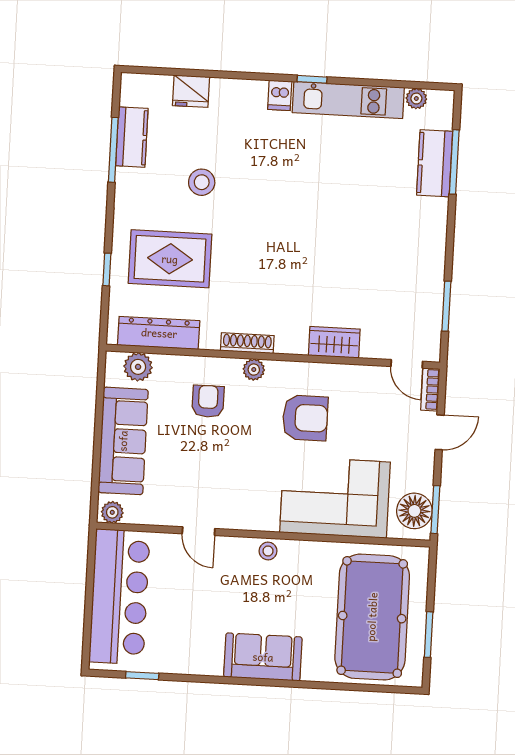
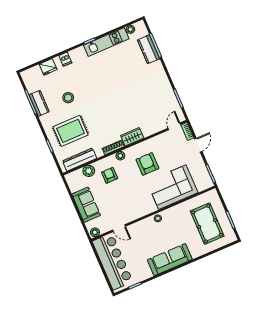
dishwasher: (280, 95) -> (65, 59), moved
kitchen counter: (132, 137) -> (39, 103), moved
wardrobe: (334, 342) -> (132, 137), moved
door: (407, 364) -> (174, 126), swing flipped
plant: (138, 367) -> (89, 171), moved
armchair: (305, 418) -> (147, 164), turned -90
sofa: (123, 441) -> (86, 205), width x0.73
floor lamp: (414, 511) -> (203, 178), removed
door: (199, 531) -> (119, 228), moved
pool table: (372, 617) -> (207, 224), width x0.73, depth x0.76
sofa: (263, 657) -> (170, 260), width x1.36

